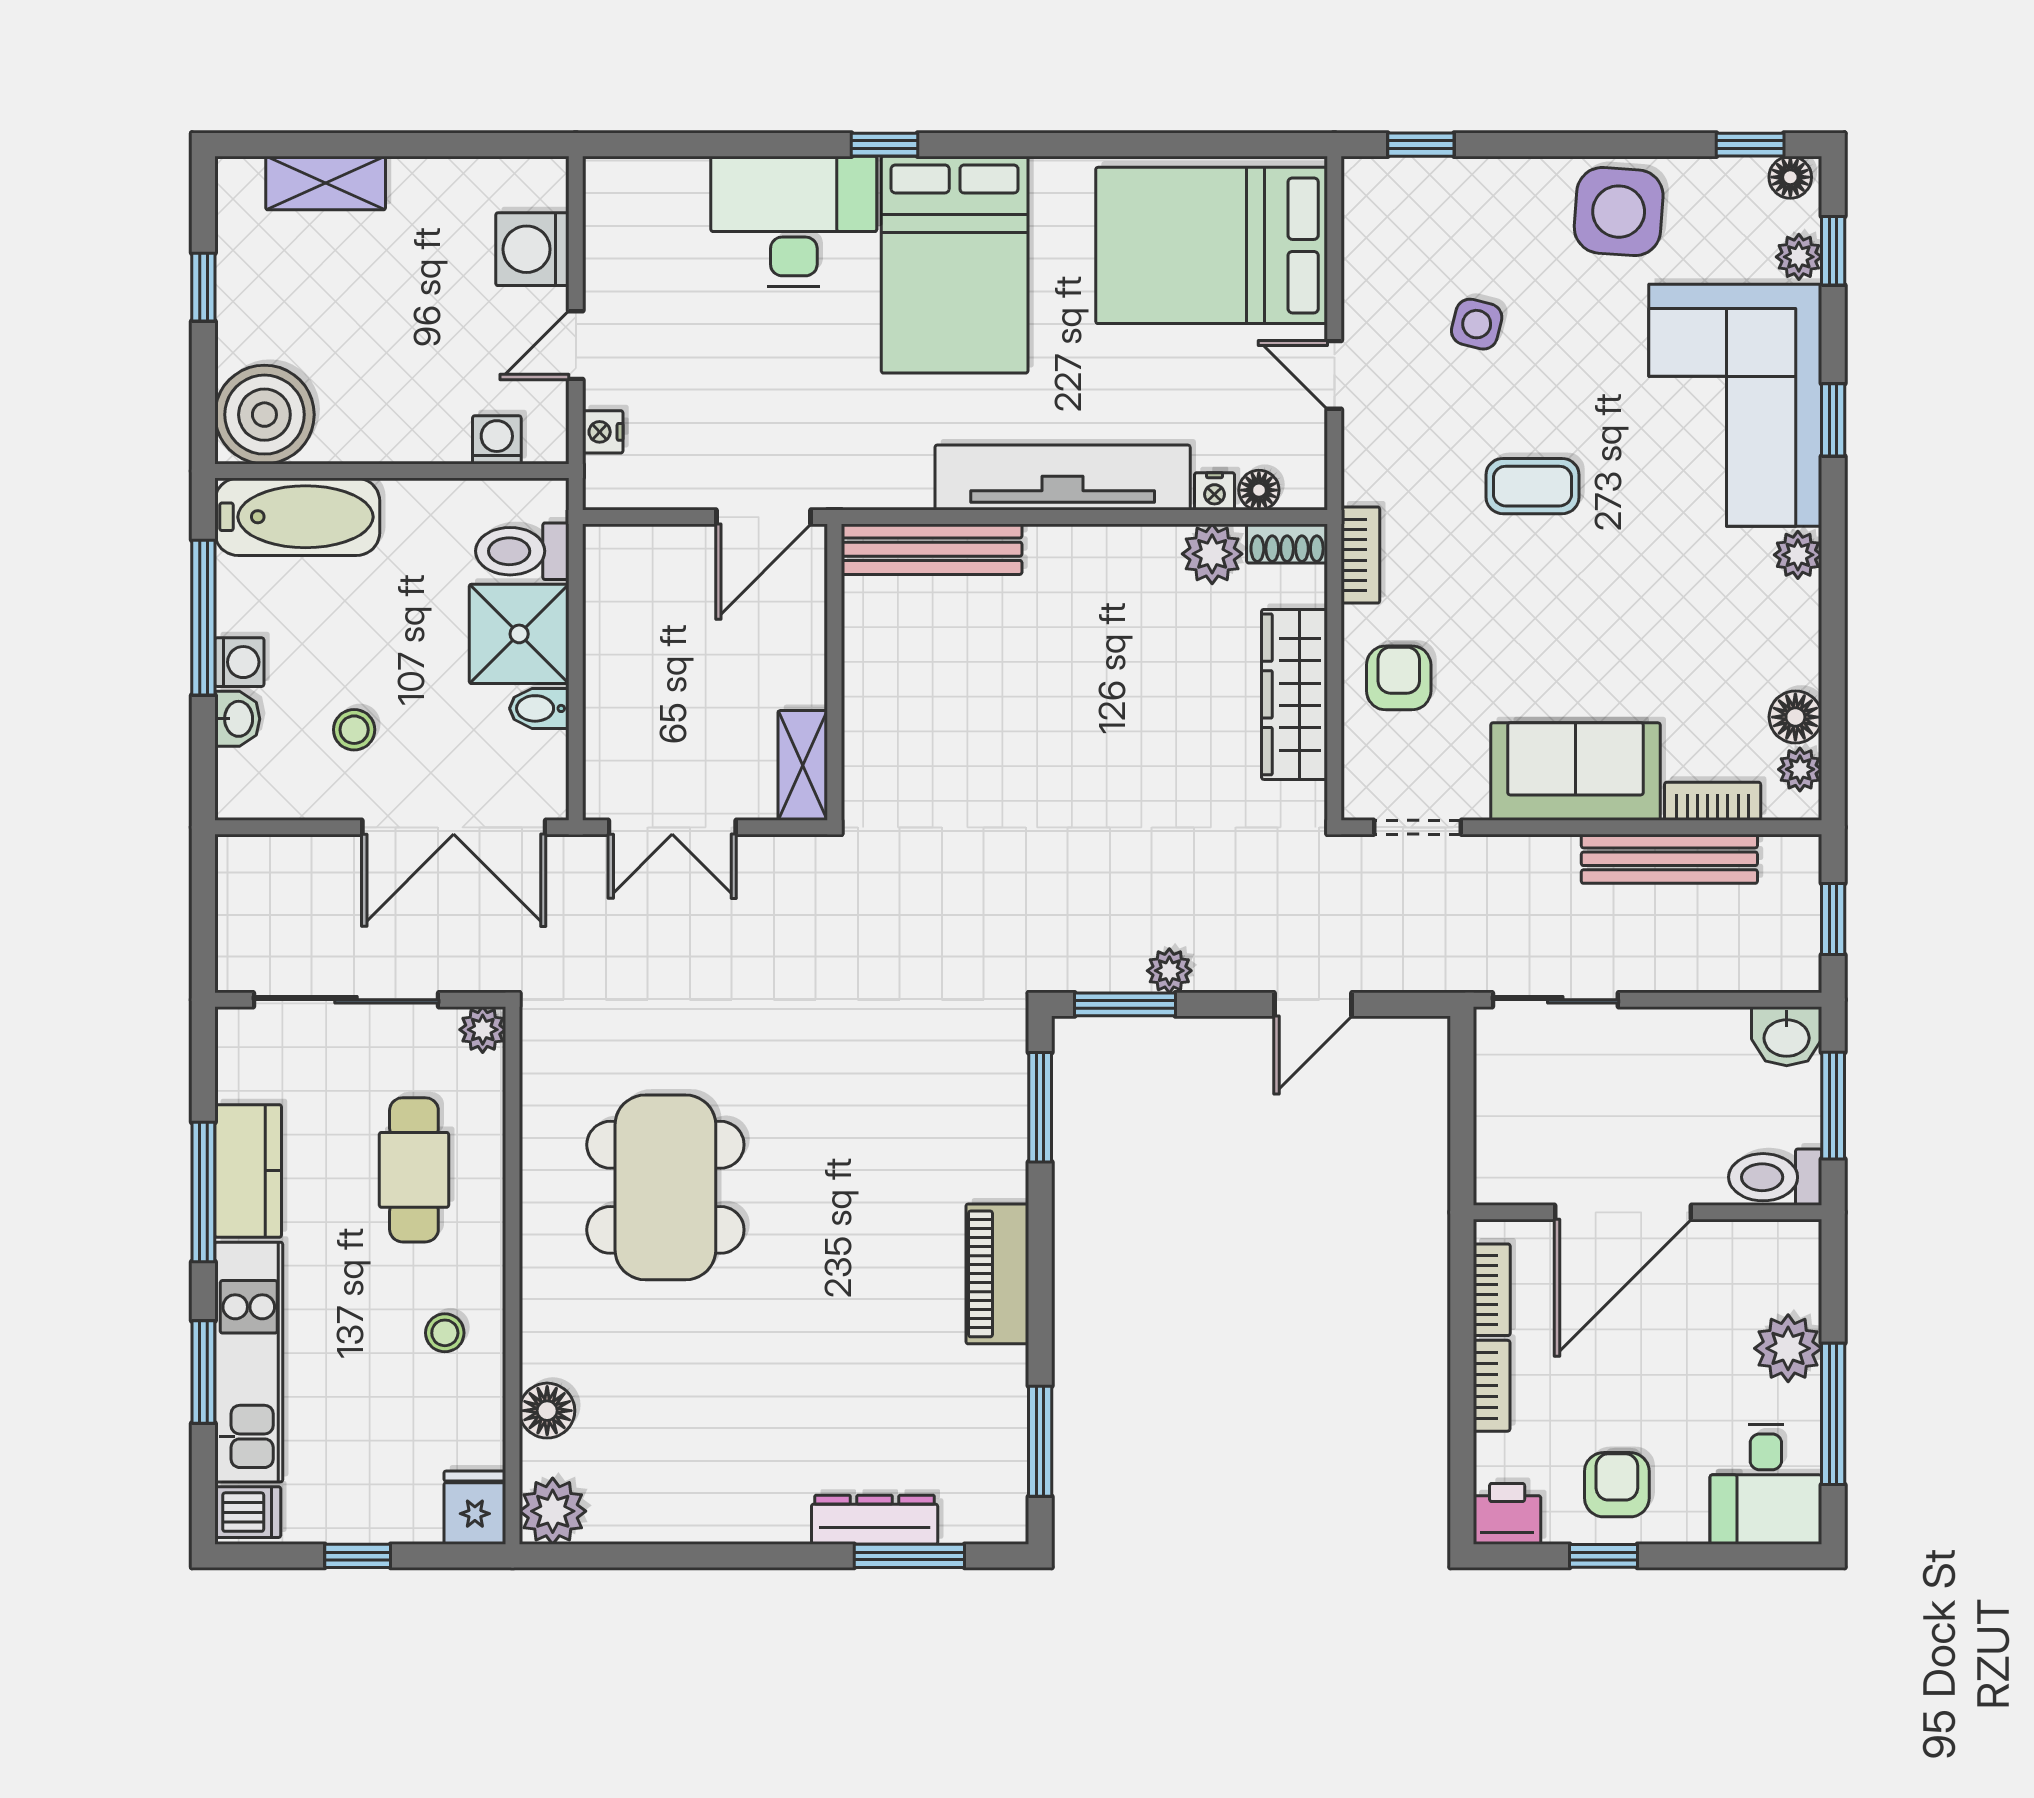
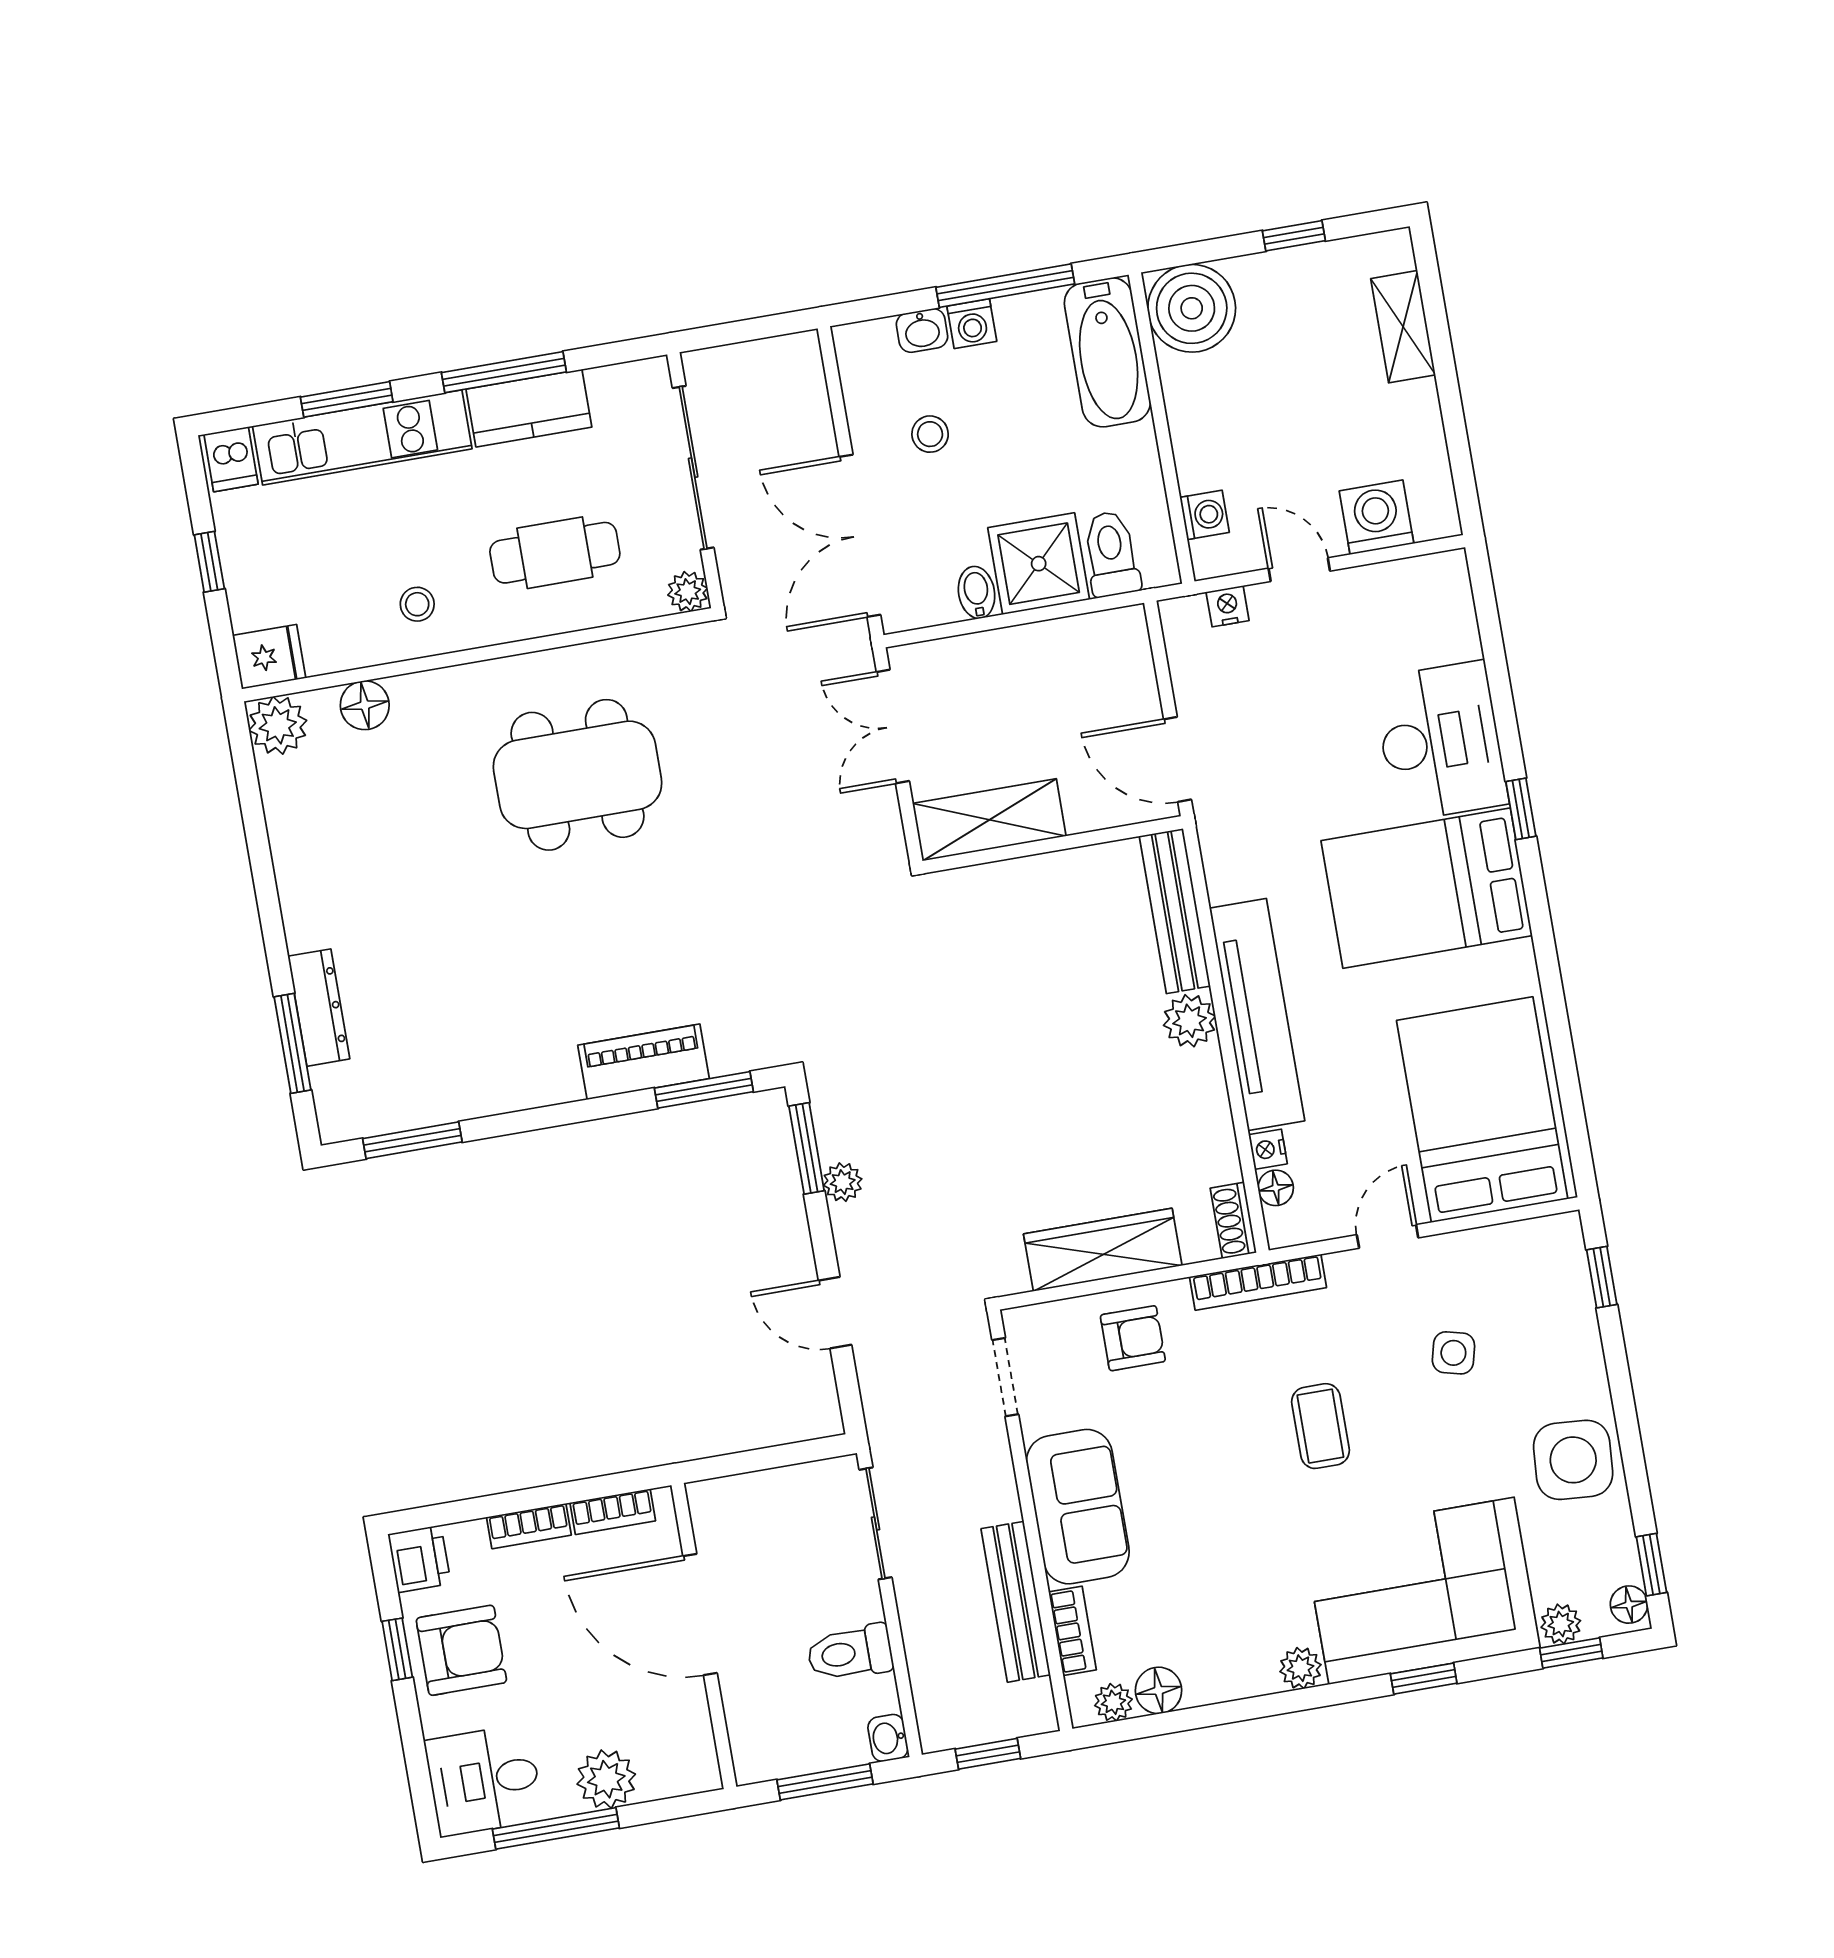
plant: (1212, 554) -> (1190, 1021), moved
bookcase: (1360, 555) -> (1258, 1282), width x1.56
shelving: (803, 765) -> (989, 820), width x1.50, depth x1.33
washbasin: (1787, 1036) -> (888, 1738), width x0.72, depth x0.69
toilet: (1775, 1177) -> (850, 1653), moved, turned -90
piano: (997, 1274) -> (644, 1062), moved
armchair: (1617, 1485) -> (461, 1650), width x1.38, depth x1.38

